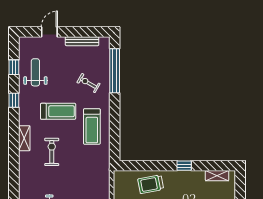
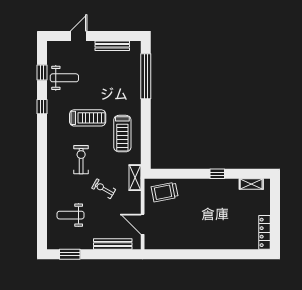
weight bench: (35, 72) -> (64, 78), turned 90
exercise bike: (88, 83) -> (104, 189), moved
shelving: (24, 138) -> (135, 178), moved
trolley: (151, 184) -> (165, 192), moved

